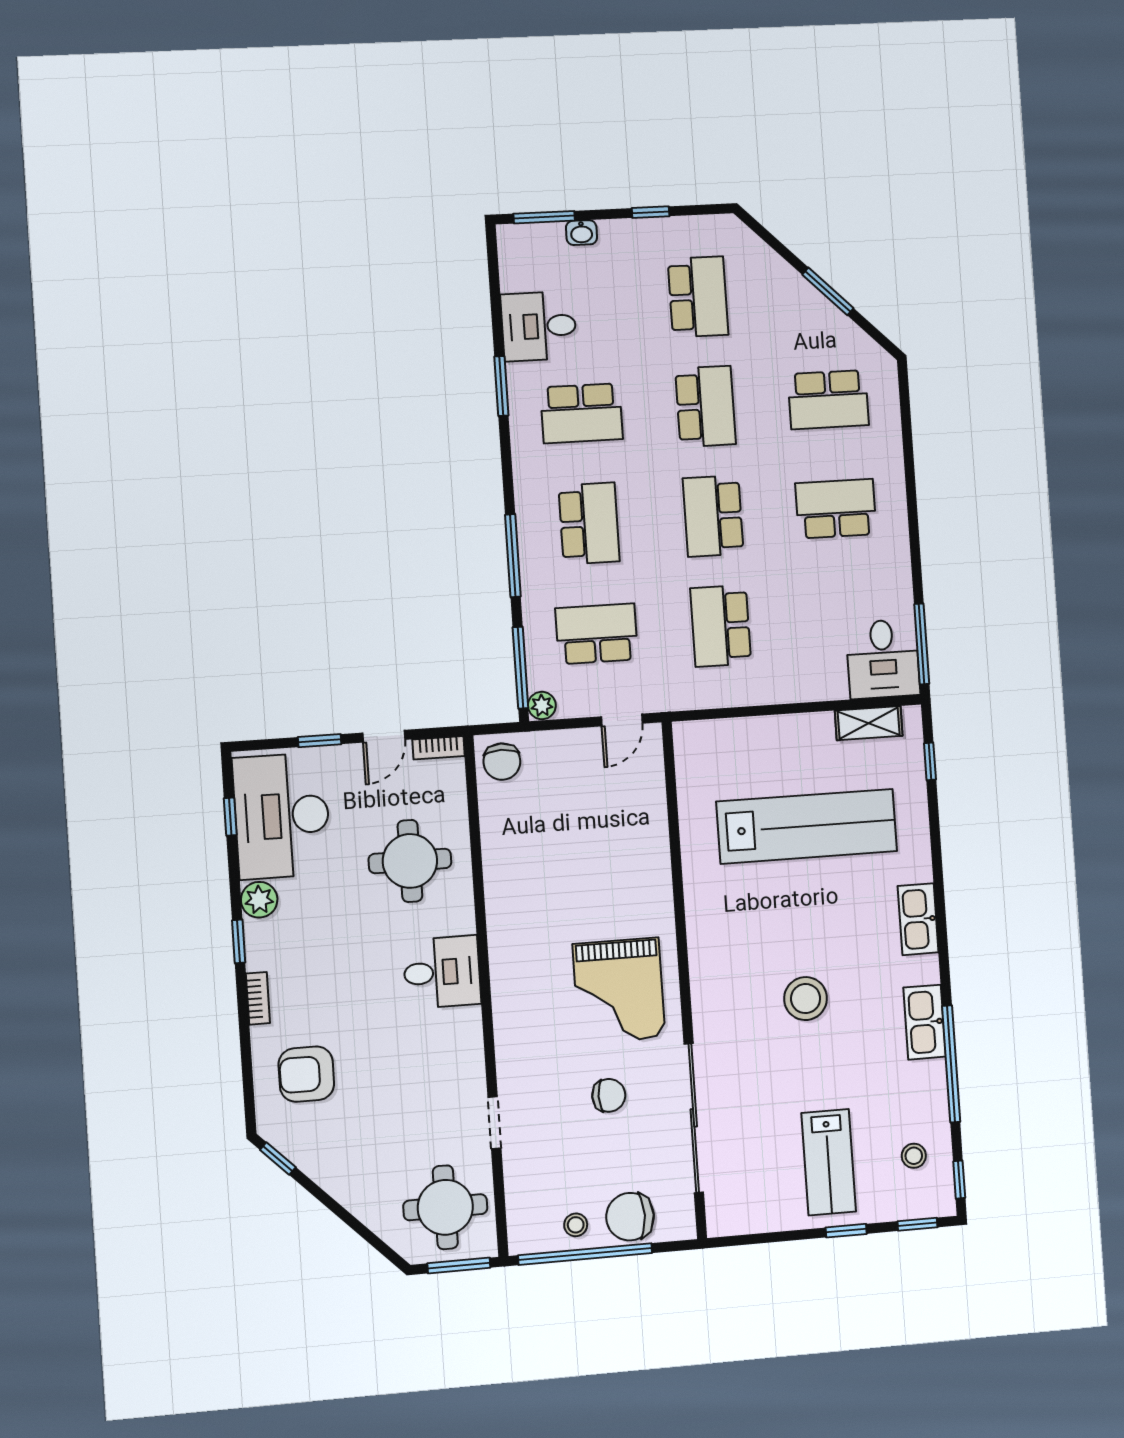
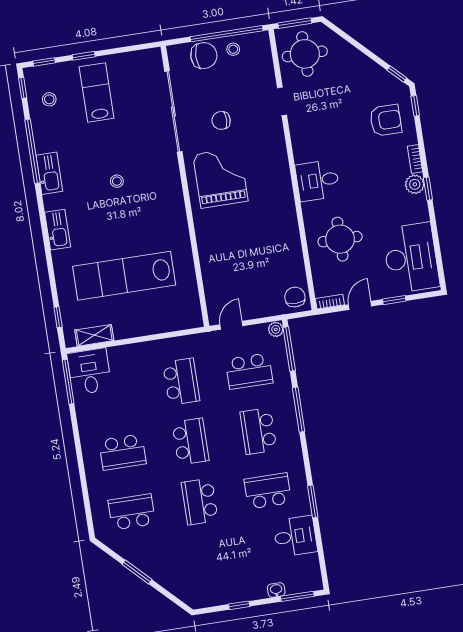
school desk: (698, 297) -> (209, 561), removed
window: (230, 817) -> (415, 106), moved
plant: (259, 900) -> (415, 184), moved
stool: (806, 999) -> (117, 181), width x0.53, depth x0.53

